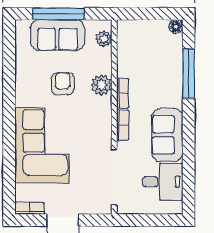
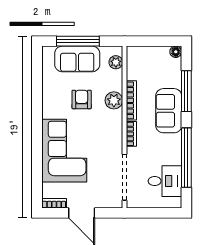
bookcase: (123, 93) -> (131, 100), width x1.56
sofa: (167, 135) -> (169, 111), moved
window: (189, 154) -> (186, 158), added

